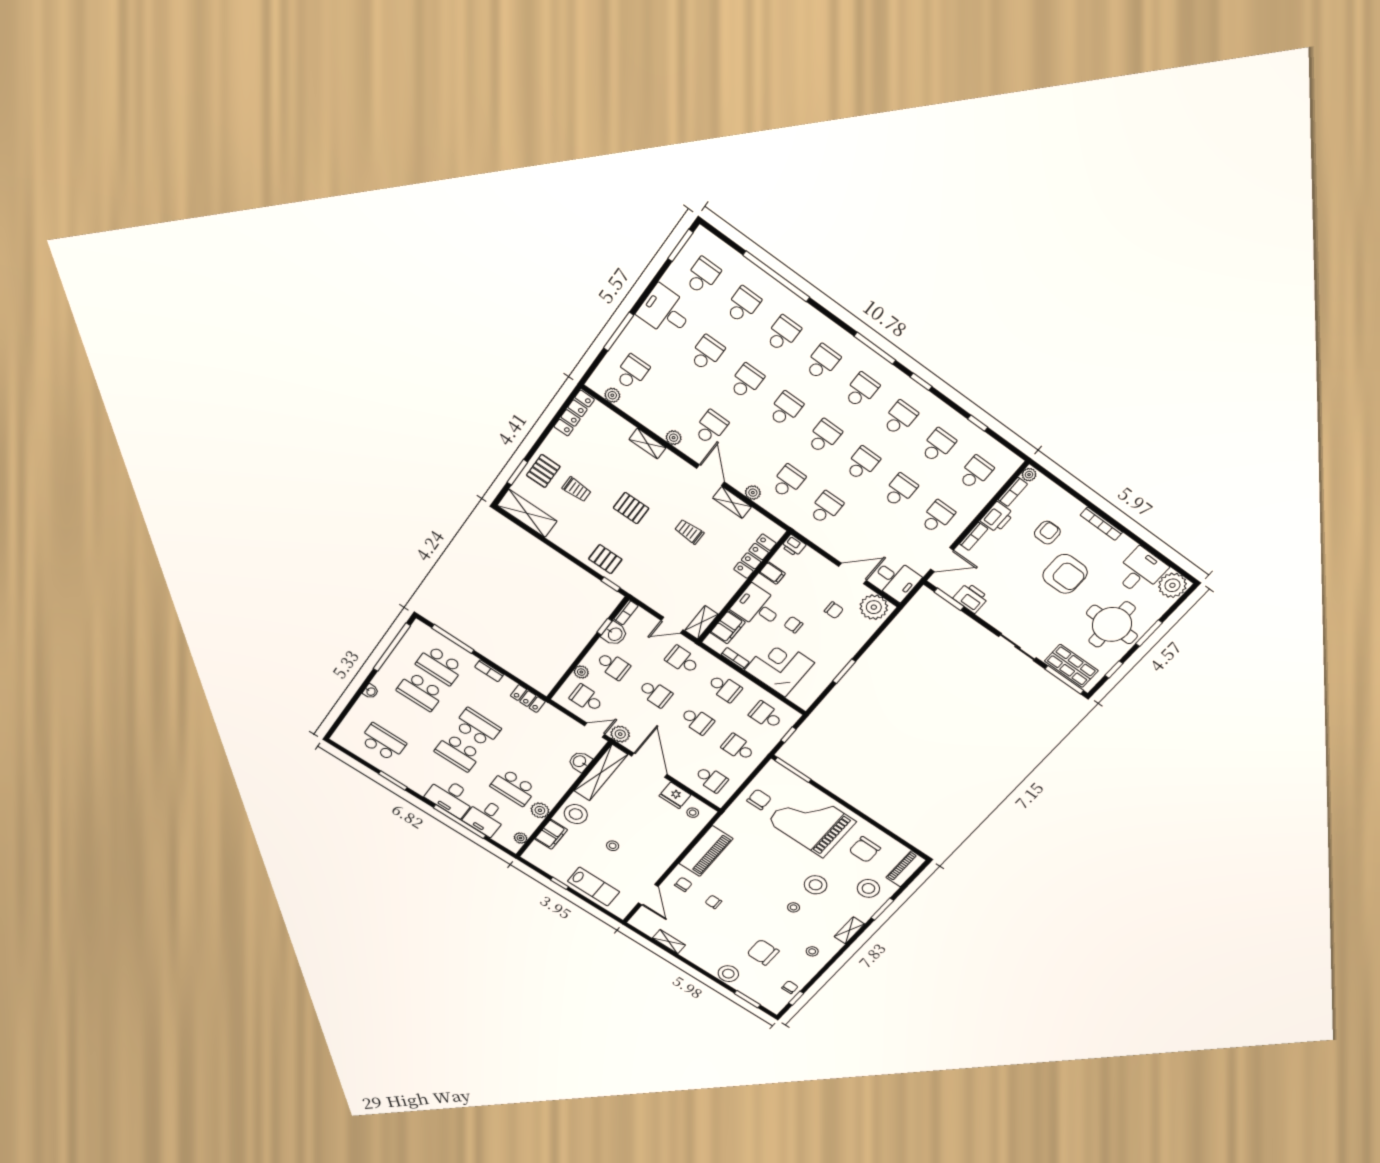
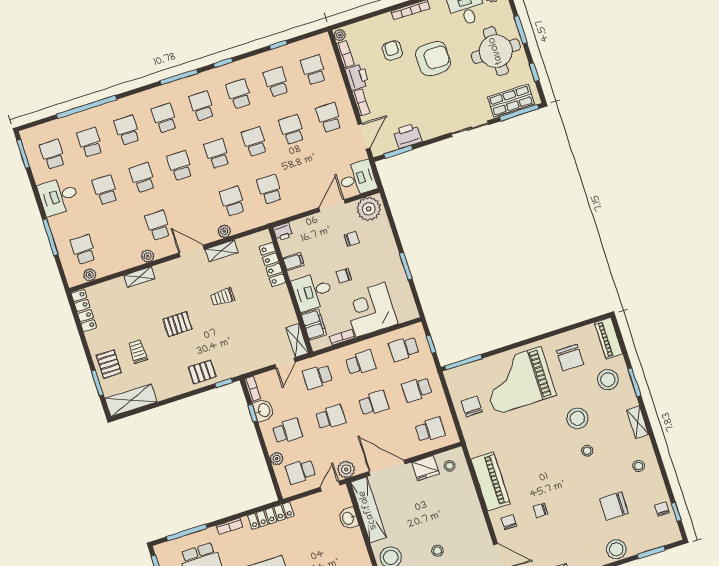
trolley: (577, 489) -> (138, 352), turned -90
locker: (528, 699) -> (271, 516), width x1.53

